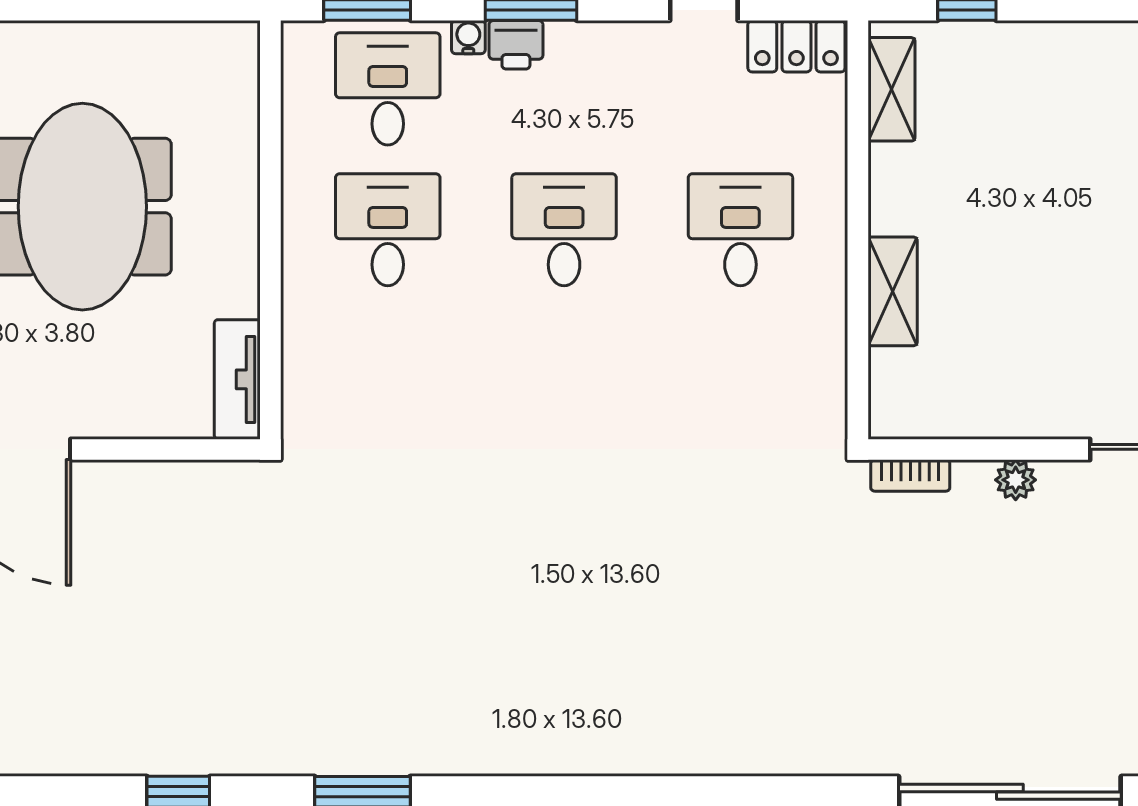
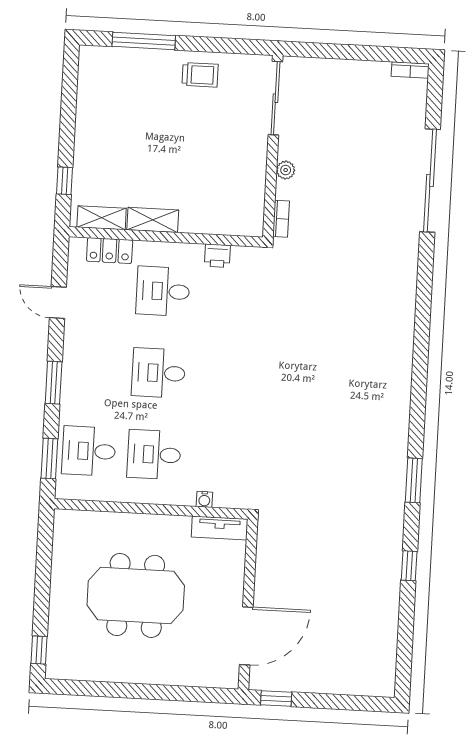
water cooler: (468, 37) -> (204, 499), moved, turned -90
printer: (516, 45) -> (217, 256), moved, turned 90
locker: (796, 46) -> (110, 251), moved, turned 90
shelving: (893, 291) -> (153, 220), moved

